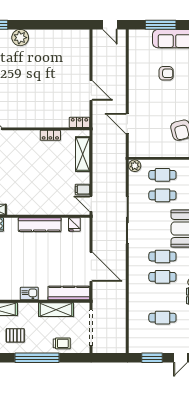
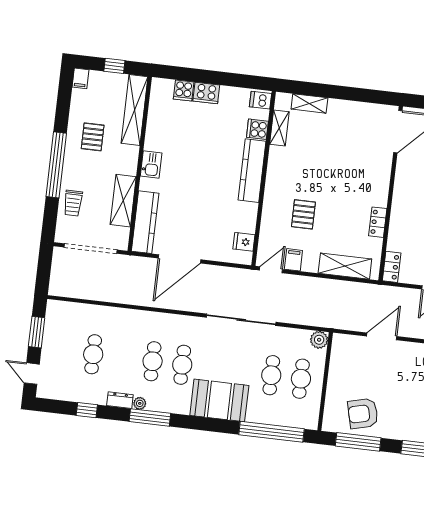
pallet: (51, 186) -> (303, 214), added
kitchen counter: (40, 225) -> (252, 171), moved

